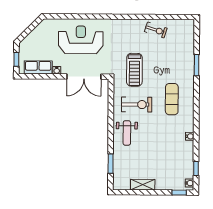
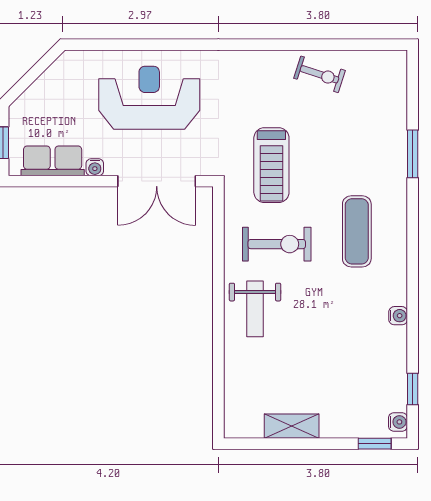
window: (111, 164) -> (218, 379), removed

